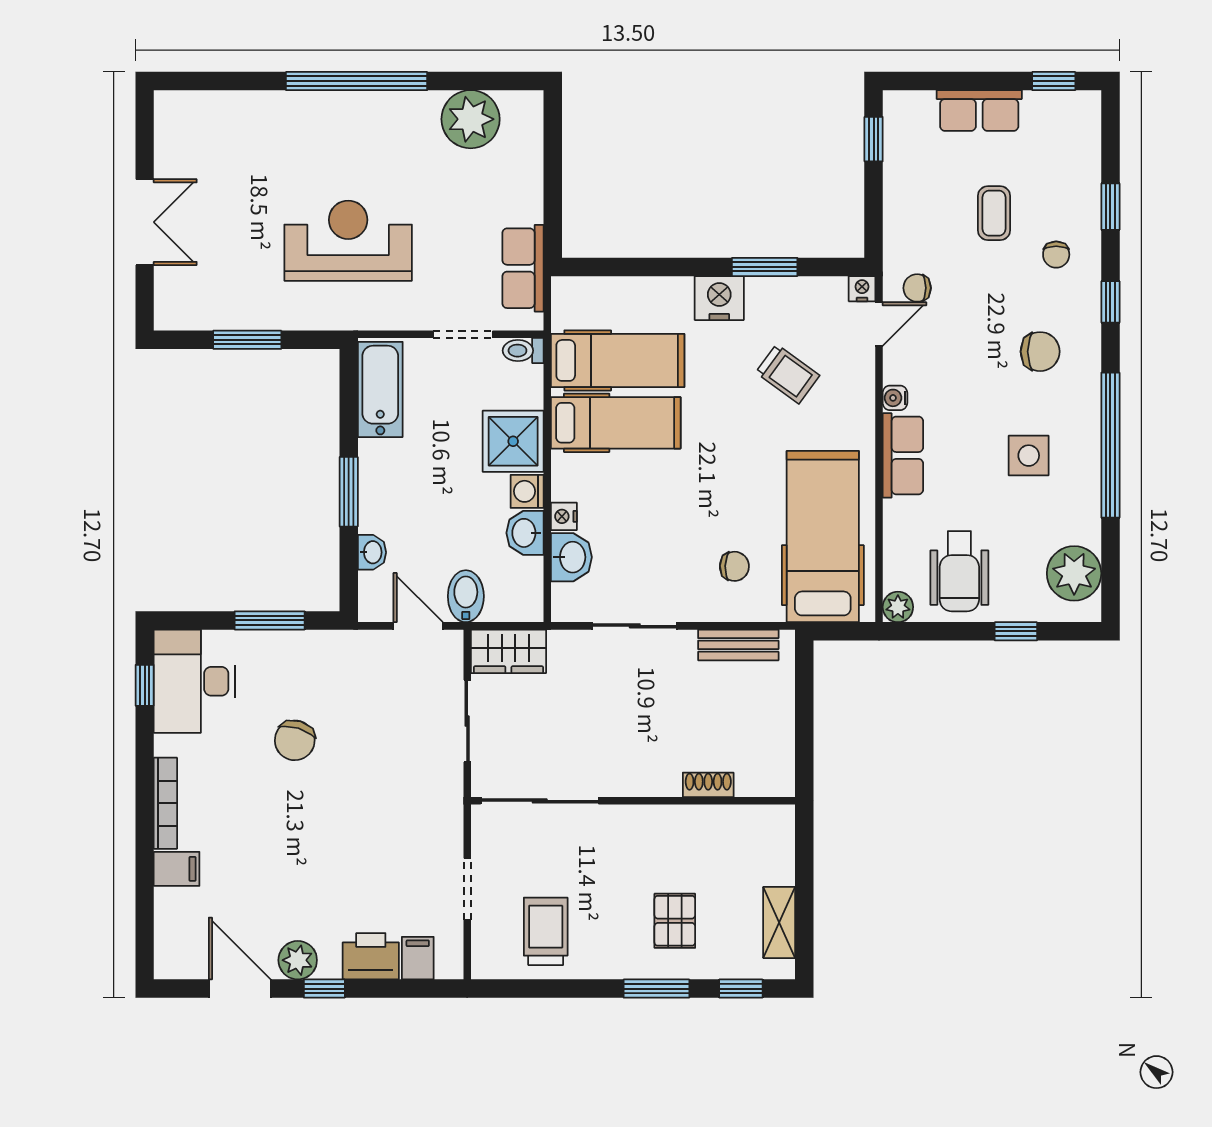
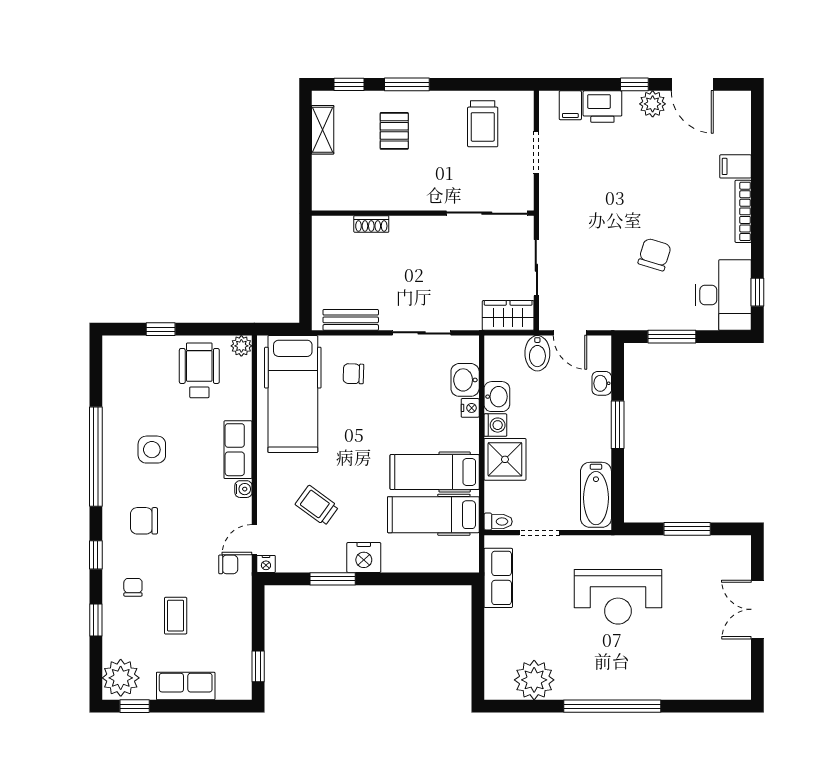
plant: (1074, 573) -> (121, 678), moved

